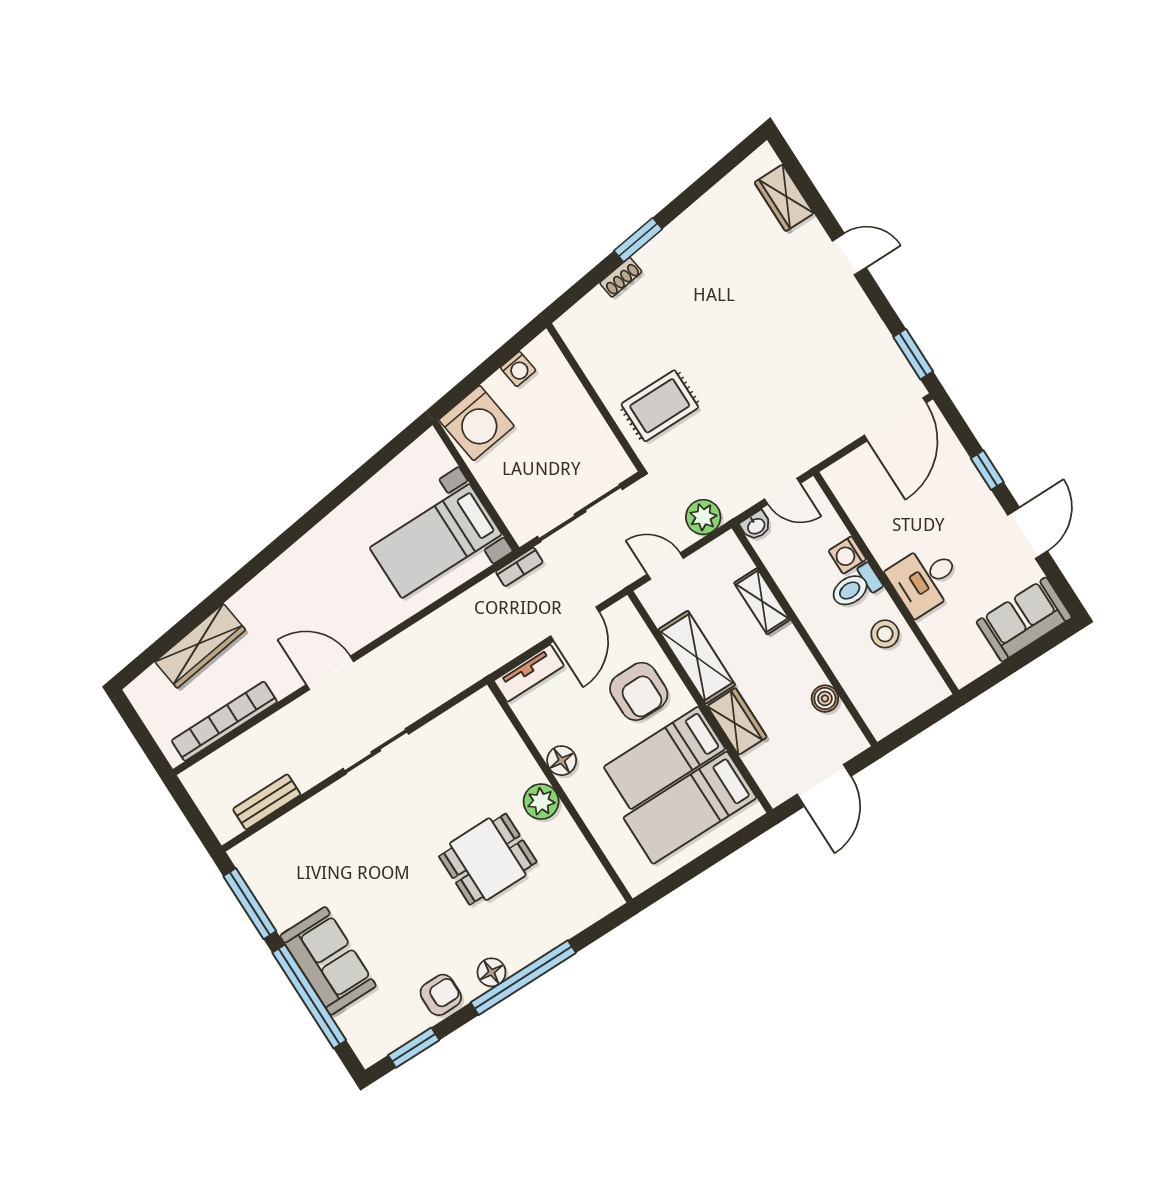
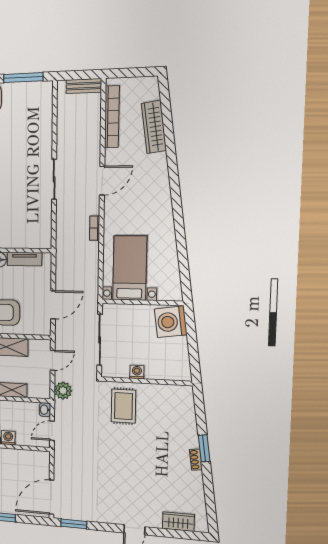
shoe rack: (621, 277) -> (196, 460), moved
washing machine: (518, 369) -> (137, 372), moved, turned 98
door: (895, 419) -> (52, 497), hinge flipped
bookcase: (519, 567) -> (95, 228), moved
door: (575, 624) -> (53, 305), swing flipped
tv unit: (529, 673) -> (24, 259), moved, turned -90
bench: (267, 802) -> (84, 86), moved, turned 90

